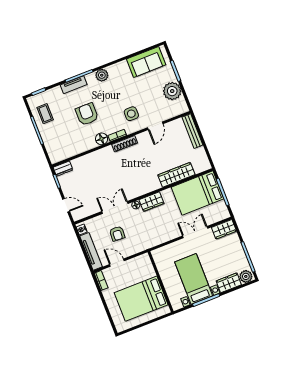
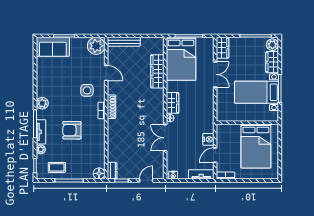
sofa: (146, 62) -> (53, 47), moved, turned 90
plant: (56, 91) -> (41, 149), added
plant: (172, 91) -> (96, 46), moved
floor lamp: (102, 139) -> (99, 173), moved
double door: (195, 232) -> (215, 74), swing flipped
armchair: (117, 234) -> (189, 145), removed
nightstand: (130, 250) -> (208, 139), added
tv unit: (91, 251) -> (201, 174), width x0.71

